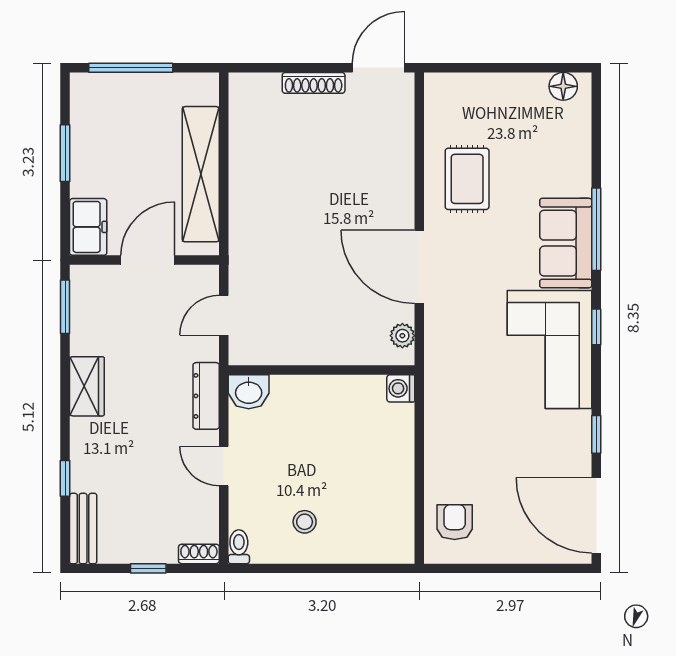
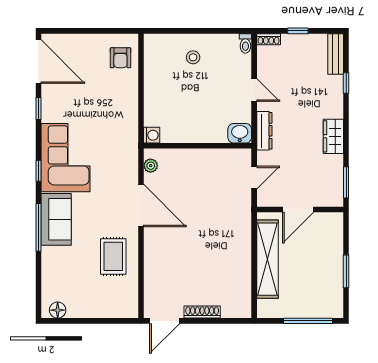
freezer: (88, 227) -> (333, 229), removed
stool: (305, 522) -> (193, 57), moved

